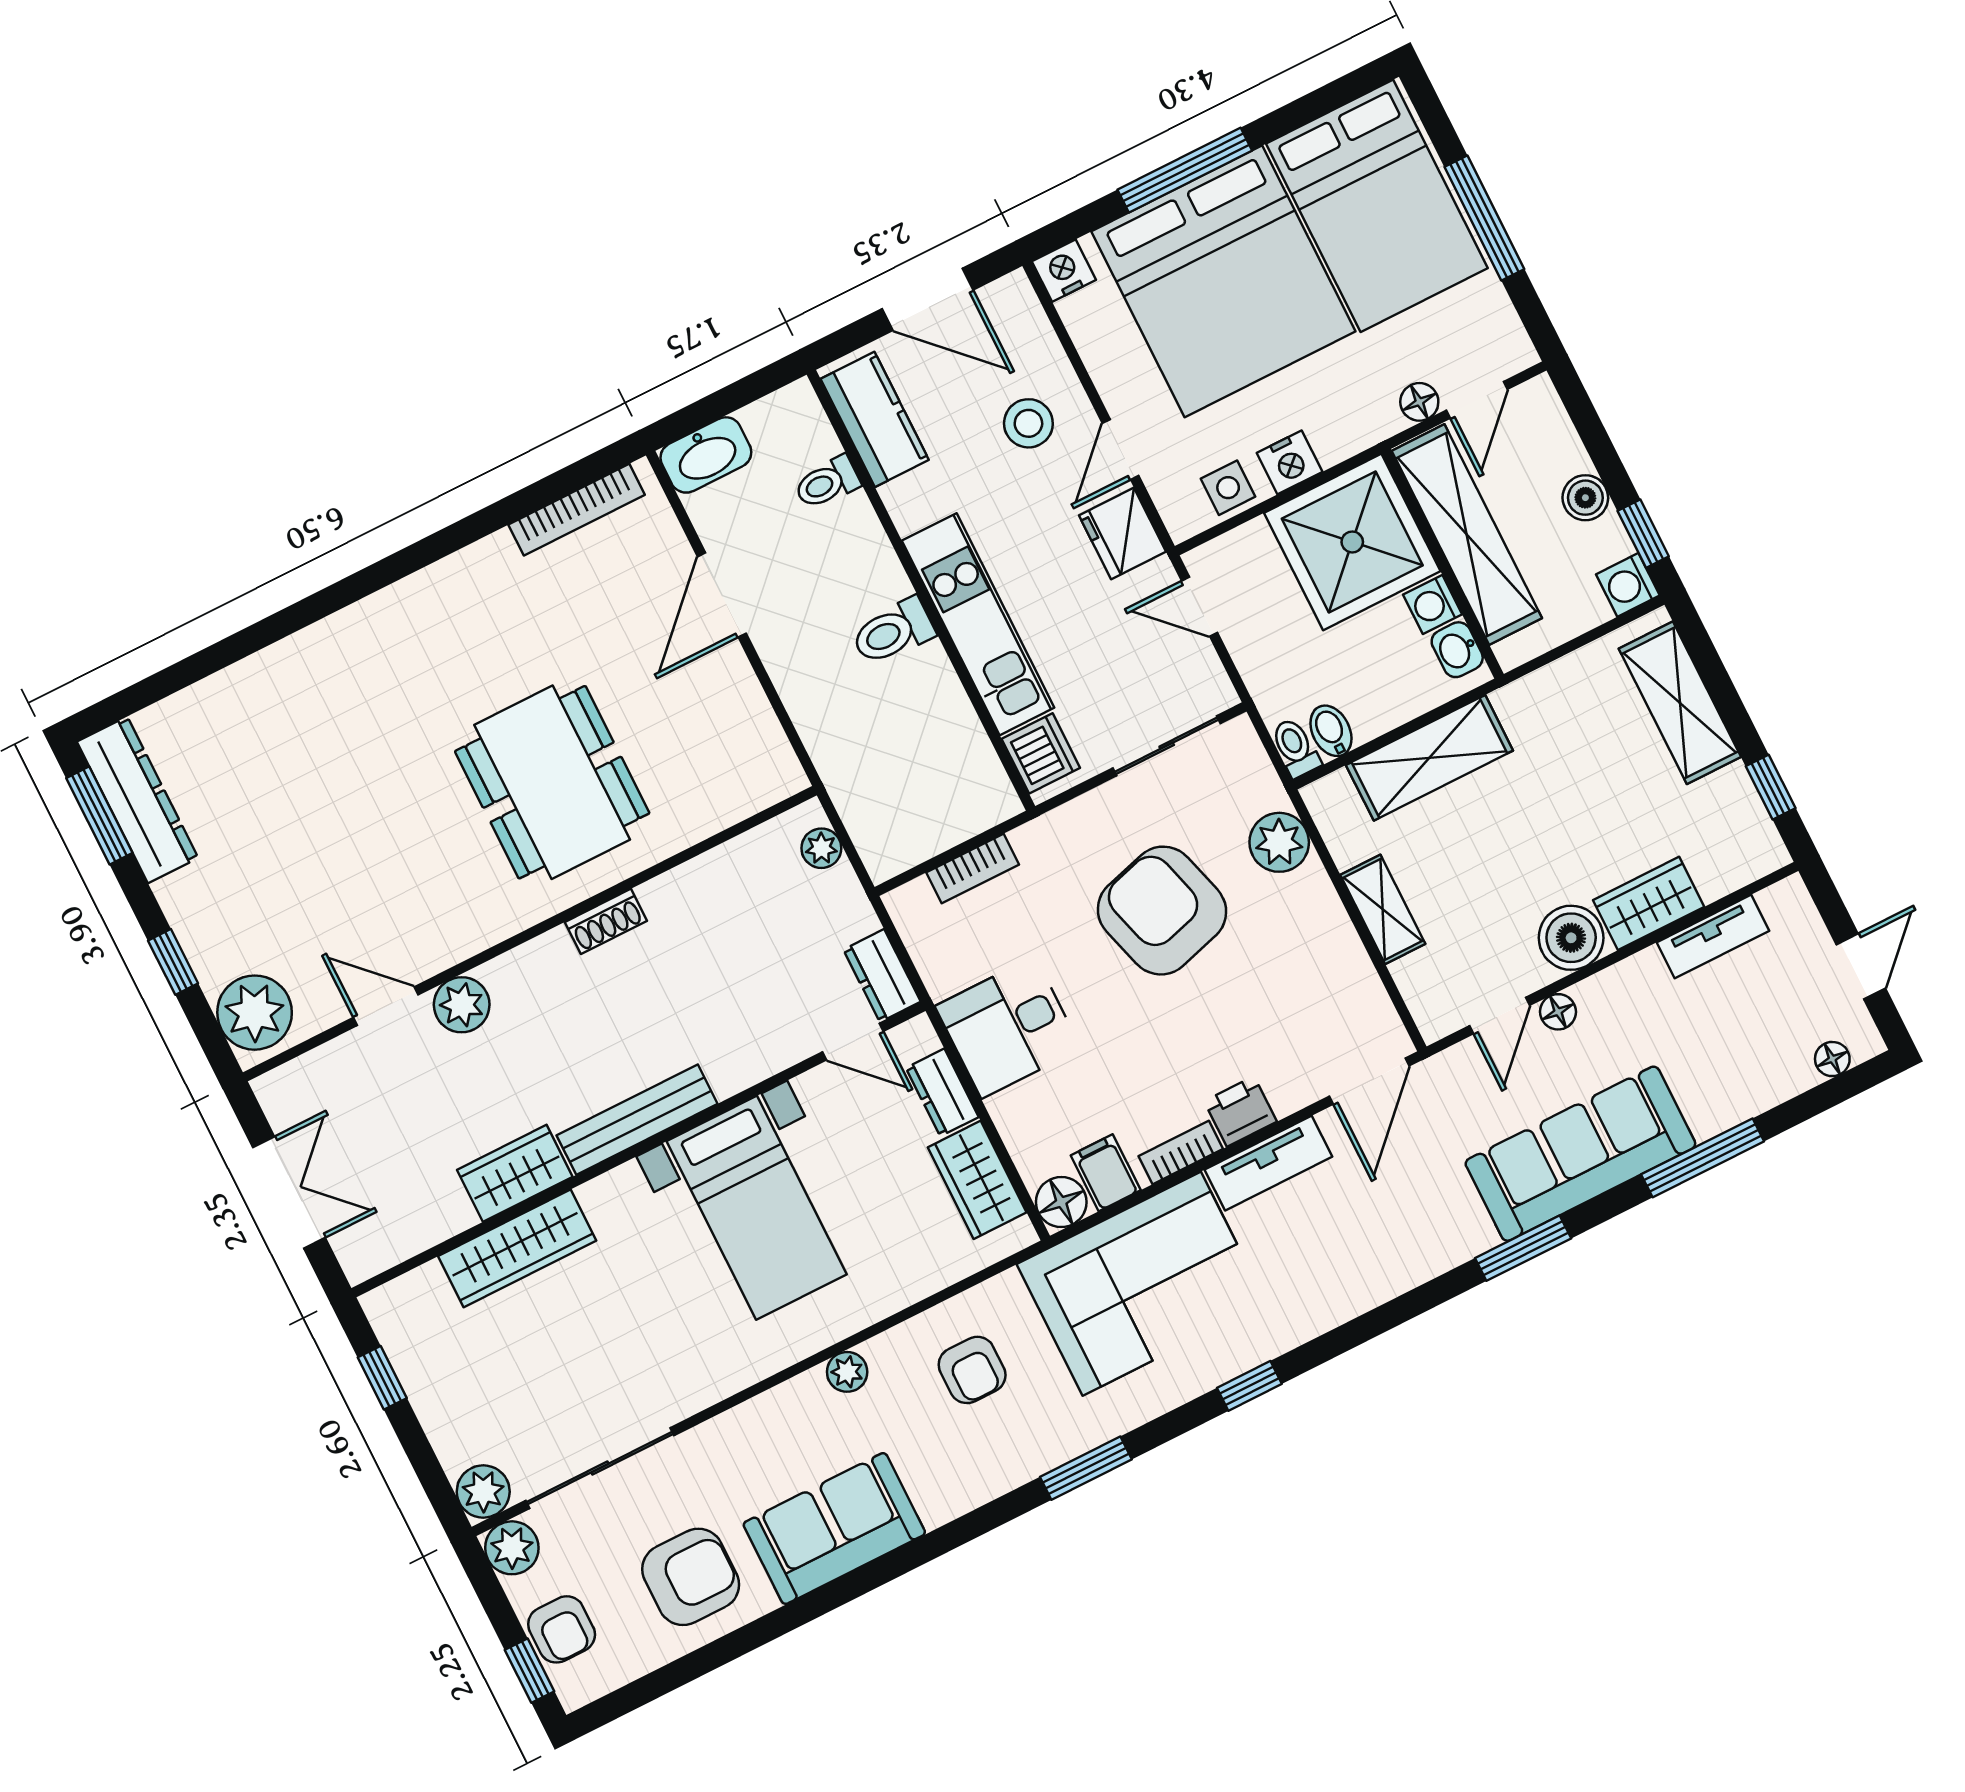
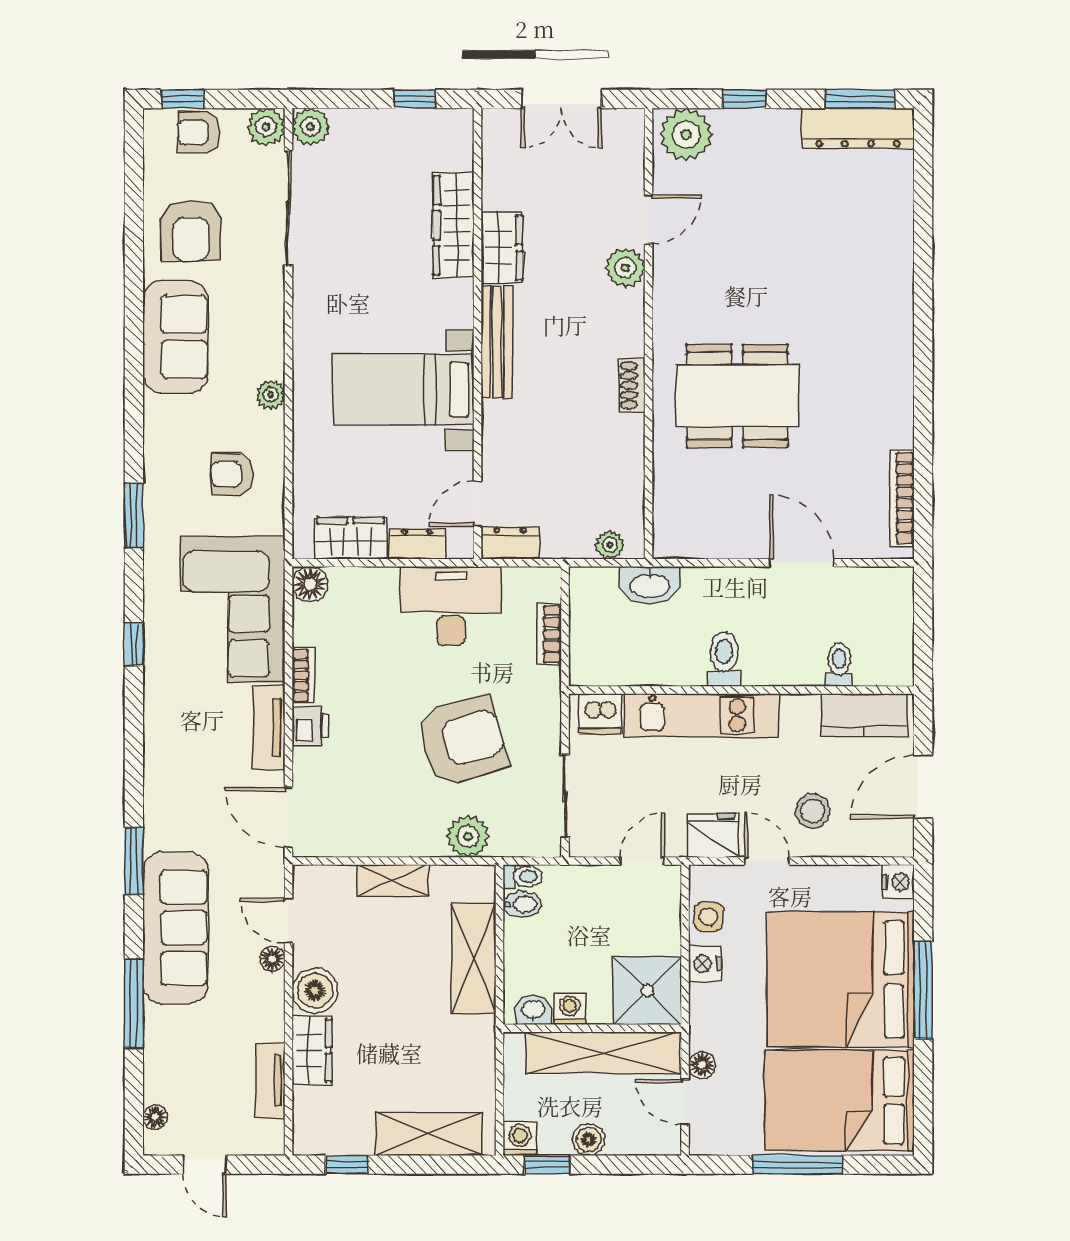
washbasin: (706, 455) -> (650, 585), moved, turned -90
shower: (1352, 542) -> (647, 991), width x0.73, depth x0.73
desk: (1008, 1027) -> (451, 606), width x1.37
filing cabinet: (1106, 1173) -> (314, 622), removed

